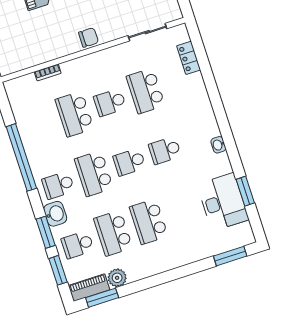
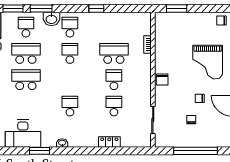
locker: (189, 58) -> (109, 142), moved
school desk: (146, 91) -> (114, 106), width x0.54
window: (21, 157) -> (96, 9), width x0.32
school desk: (129, 162) -> (70, 80), removed
school desk: (94, 174) -> (70, 53), width x0.54
window: (245, 191) -> (39, 151), moved

